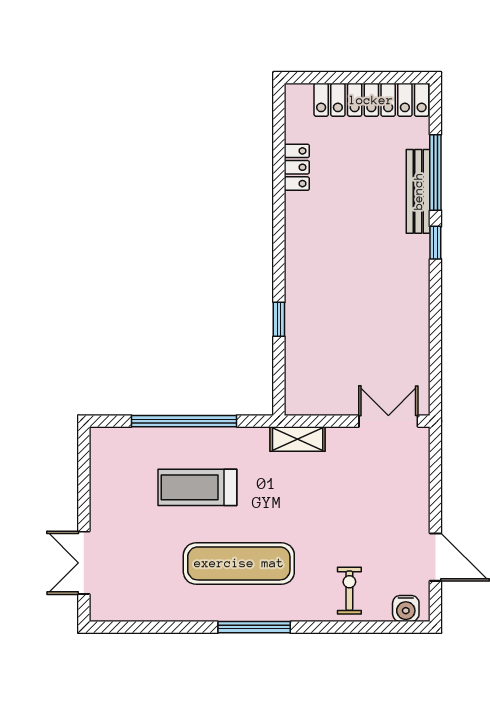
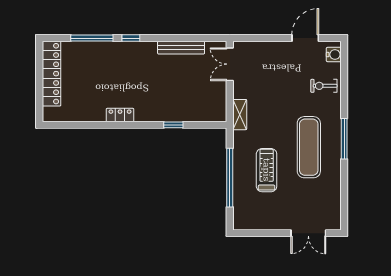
locker: (297, 167) -> (120, 115), moved
bench: (418, 191) -> (181, 48), moved
treadmill: (197, 487) -> (267, 170), turned 180

